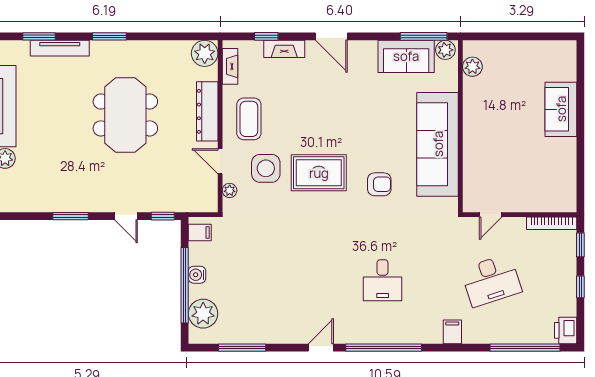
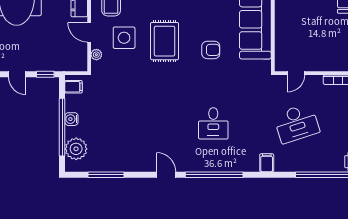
rug: (319, 173) -> (165, 41), turned 90
door: (321, 348) -> (166, 175), hinge flipped

